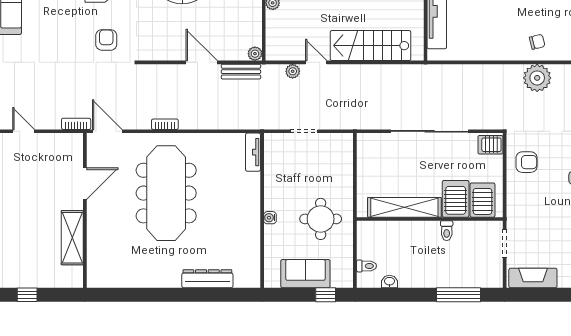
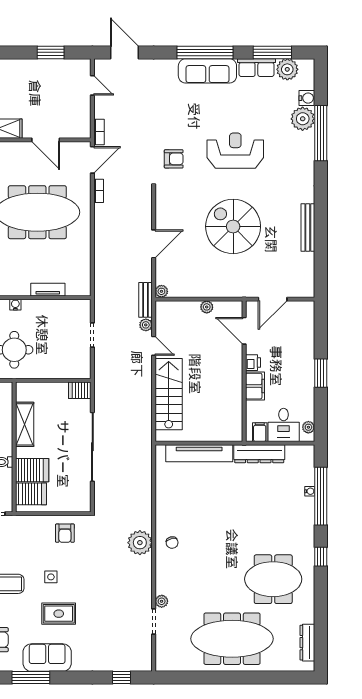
door: (316, 62) -> (154, 346), hinge flipped
bench: (241, 72) -> (145, 300), moved
bookcase: (165, 124) -> (99, 191), moved
door: (24, 131) -> (92, 85), hinge flipped
server rack: (490, 145) -> (80, 390), moved, turned -90
tv unit: (253, 152) -> (48, 290), moved
shelving: (404, 207) -> (25, 424), width x0.68

